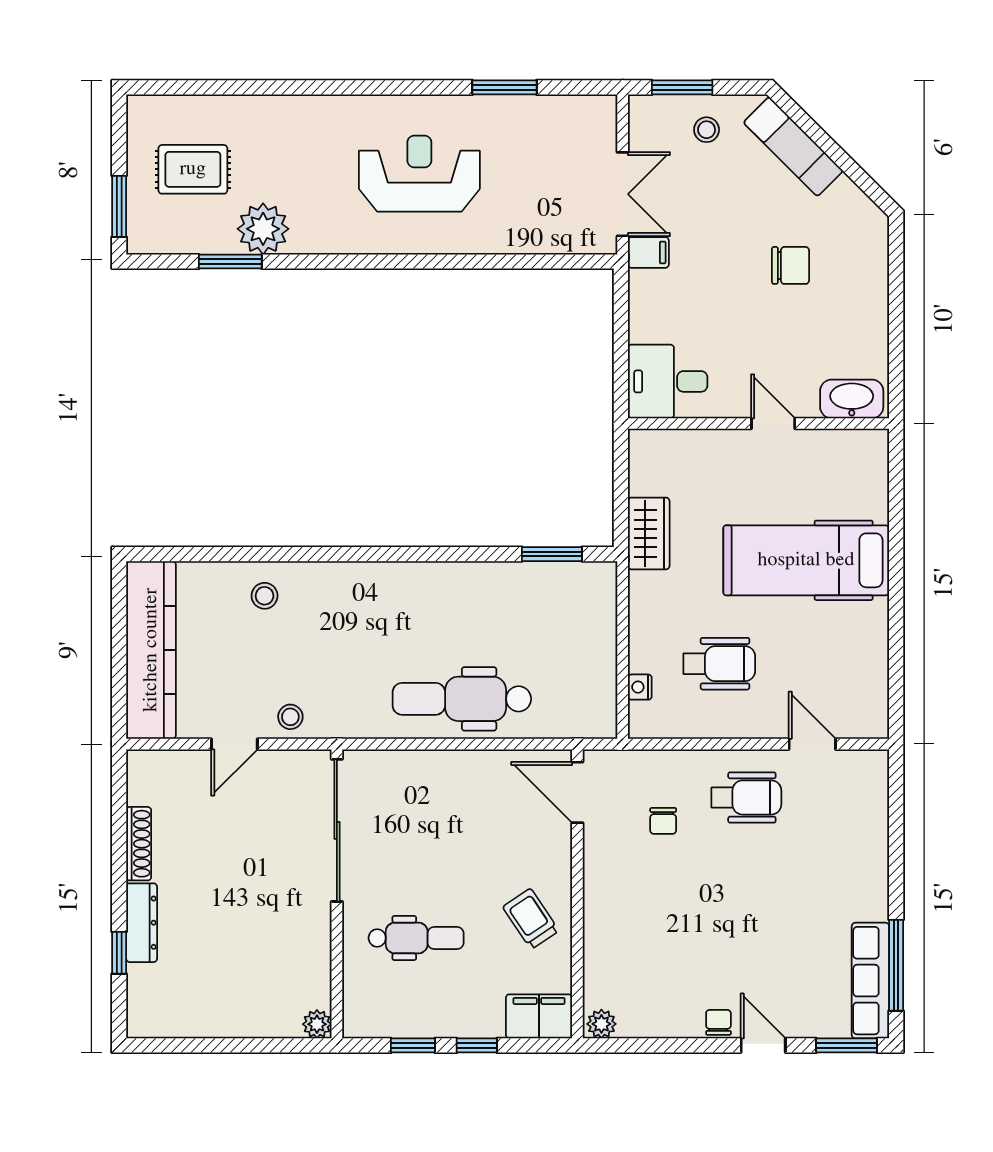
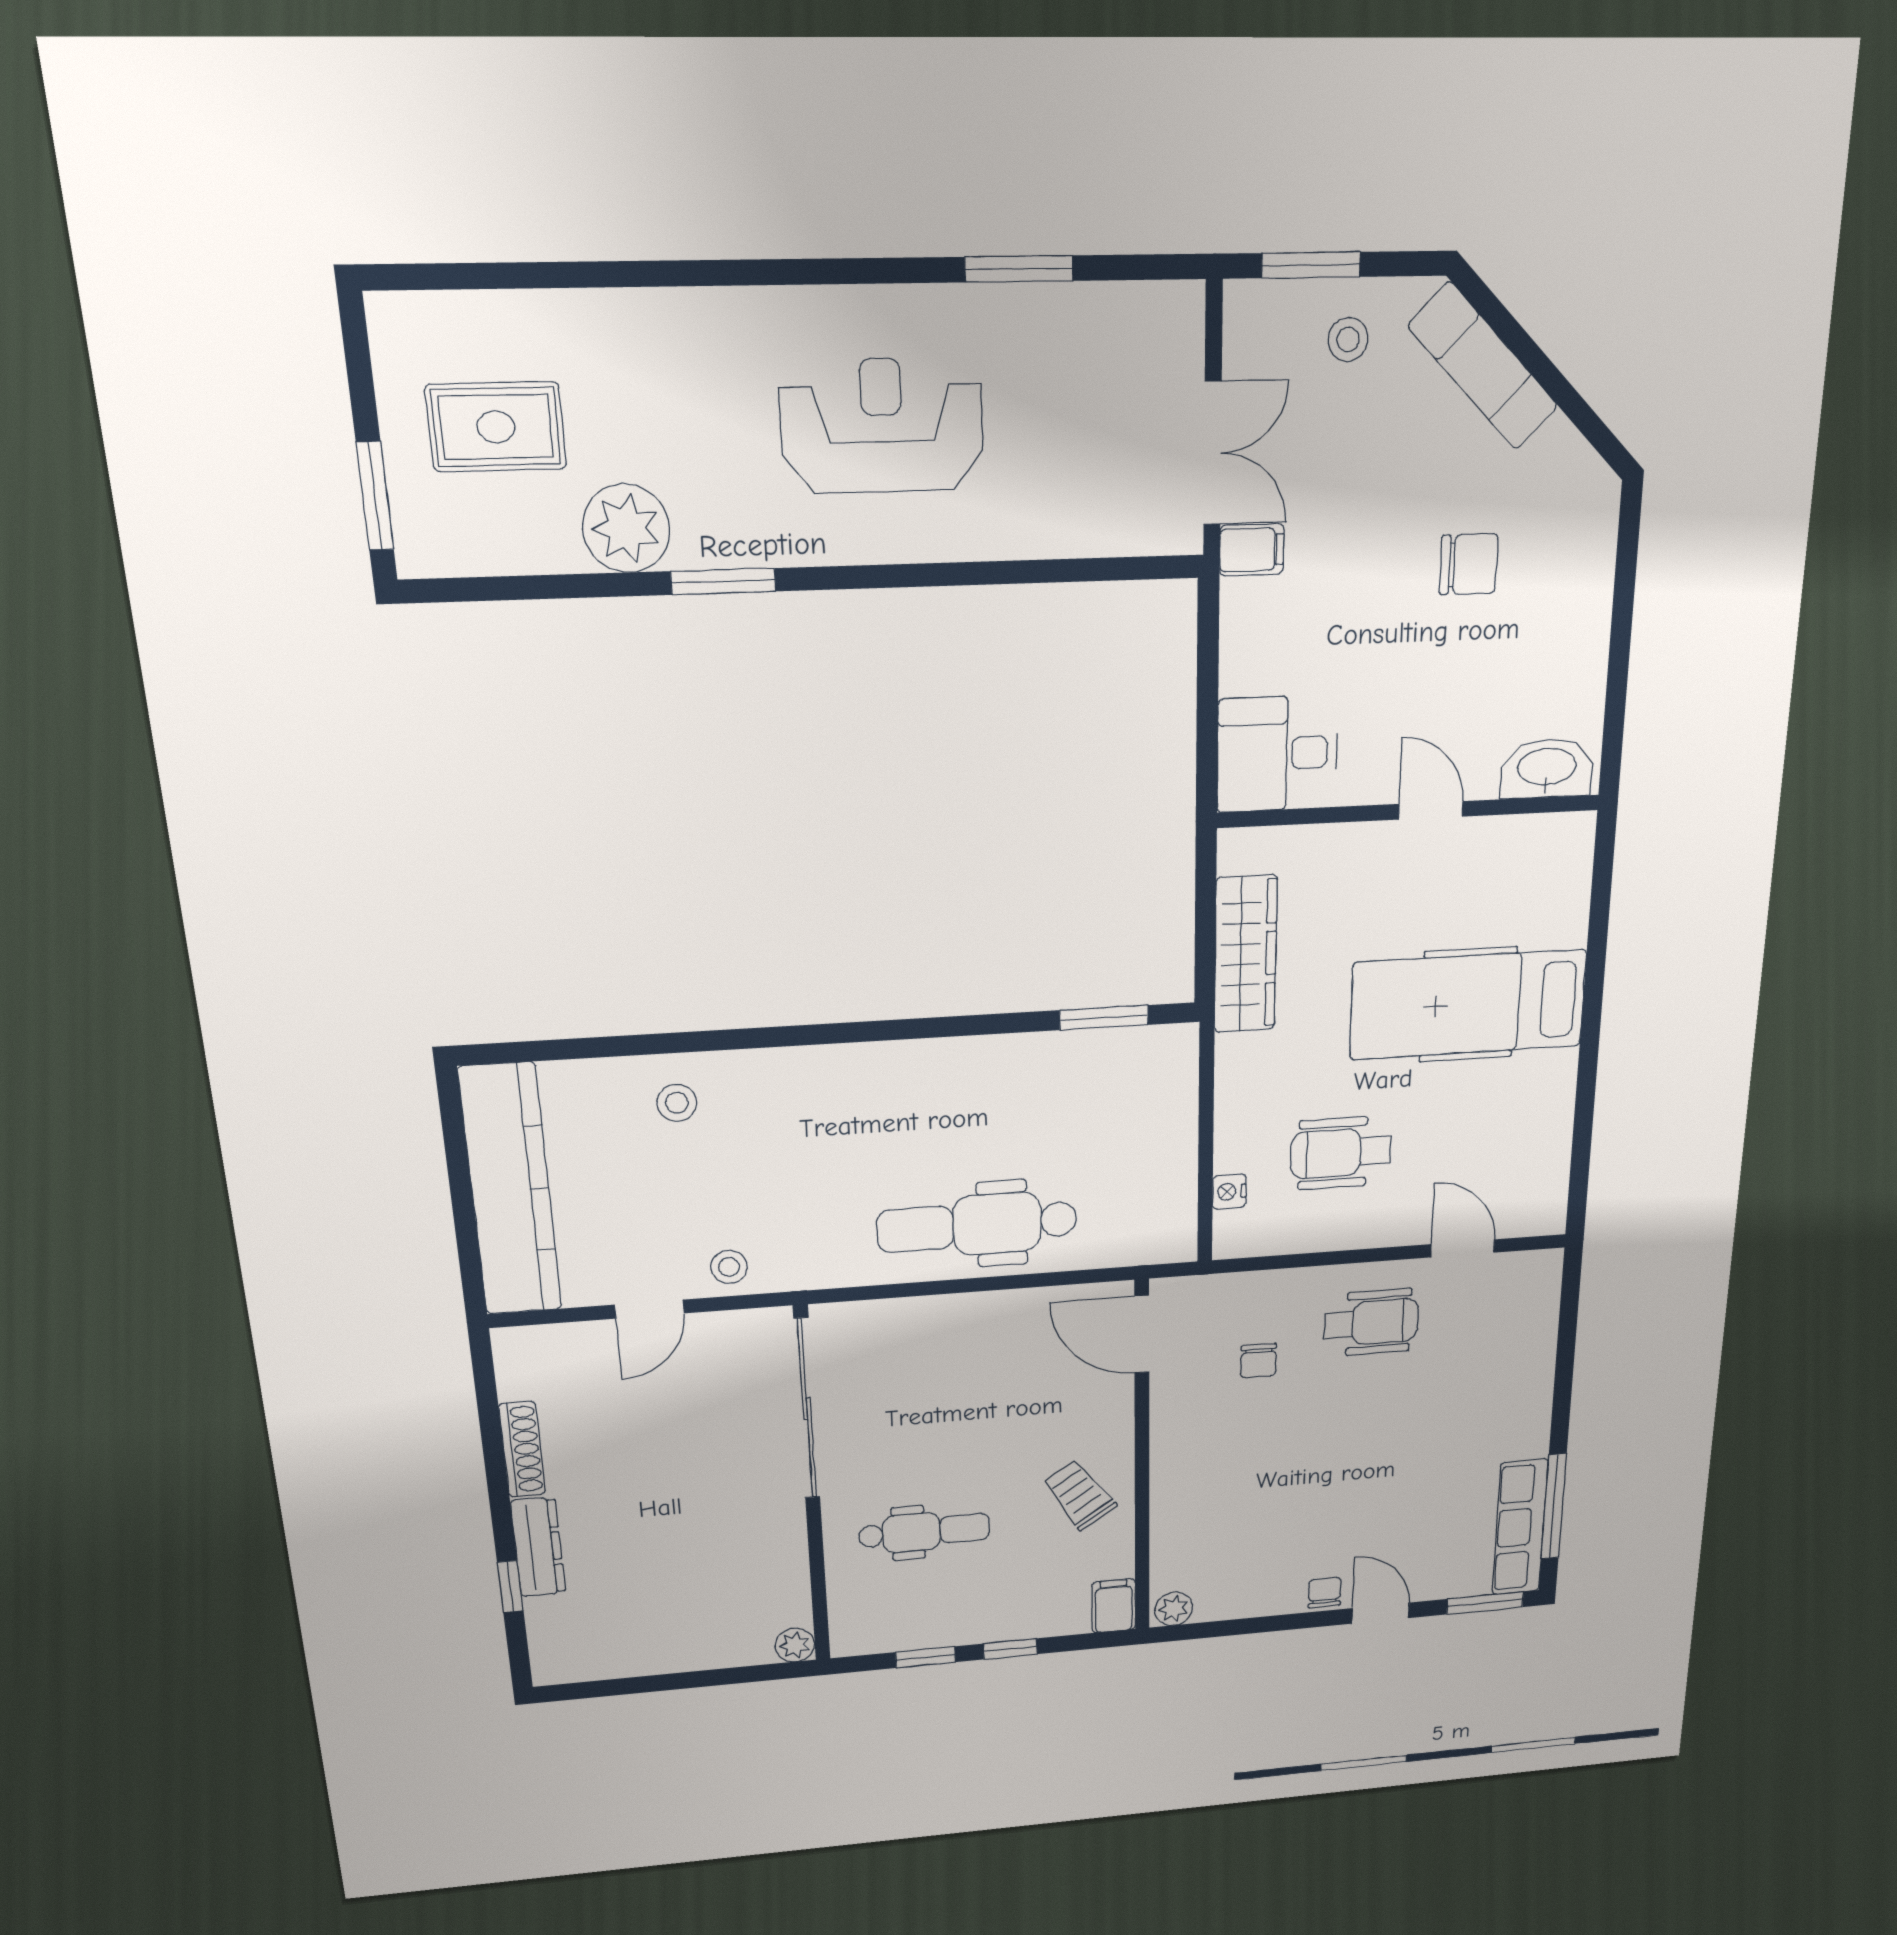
window: (230, 261) -> (723, 581), moved
wardrobe: (649, 533) -> (1246, 954), width x1.50
wheelchair: (719, 664) -> (1341, 1153), turned 180
filing cabinet: (539, 1016) -> (1114, 1606), width x0.50

